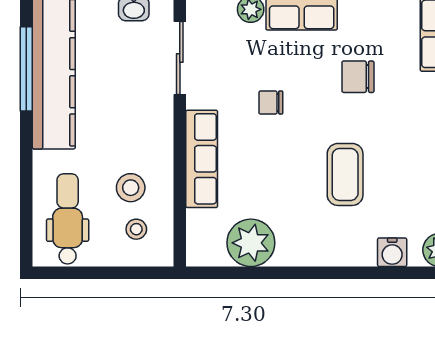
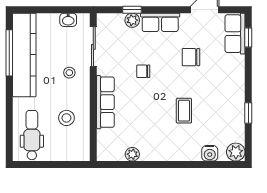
coffee table: (345, 174) -> (184, 111), width x0.73, depth x0.77
stool: (136, 229) -> (69, 73), moved
plant: (251, 243) -> (132, 154), width x0.53, depth x0.53

